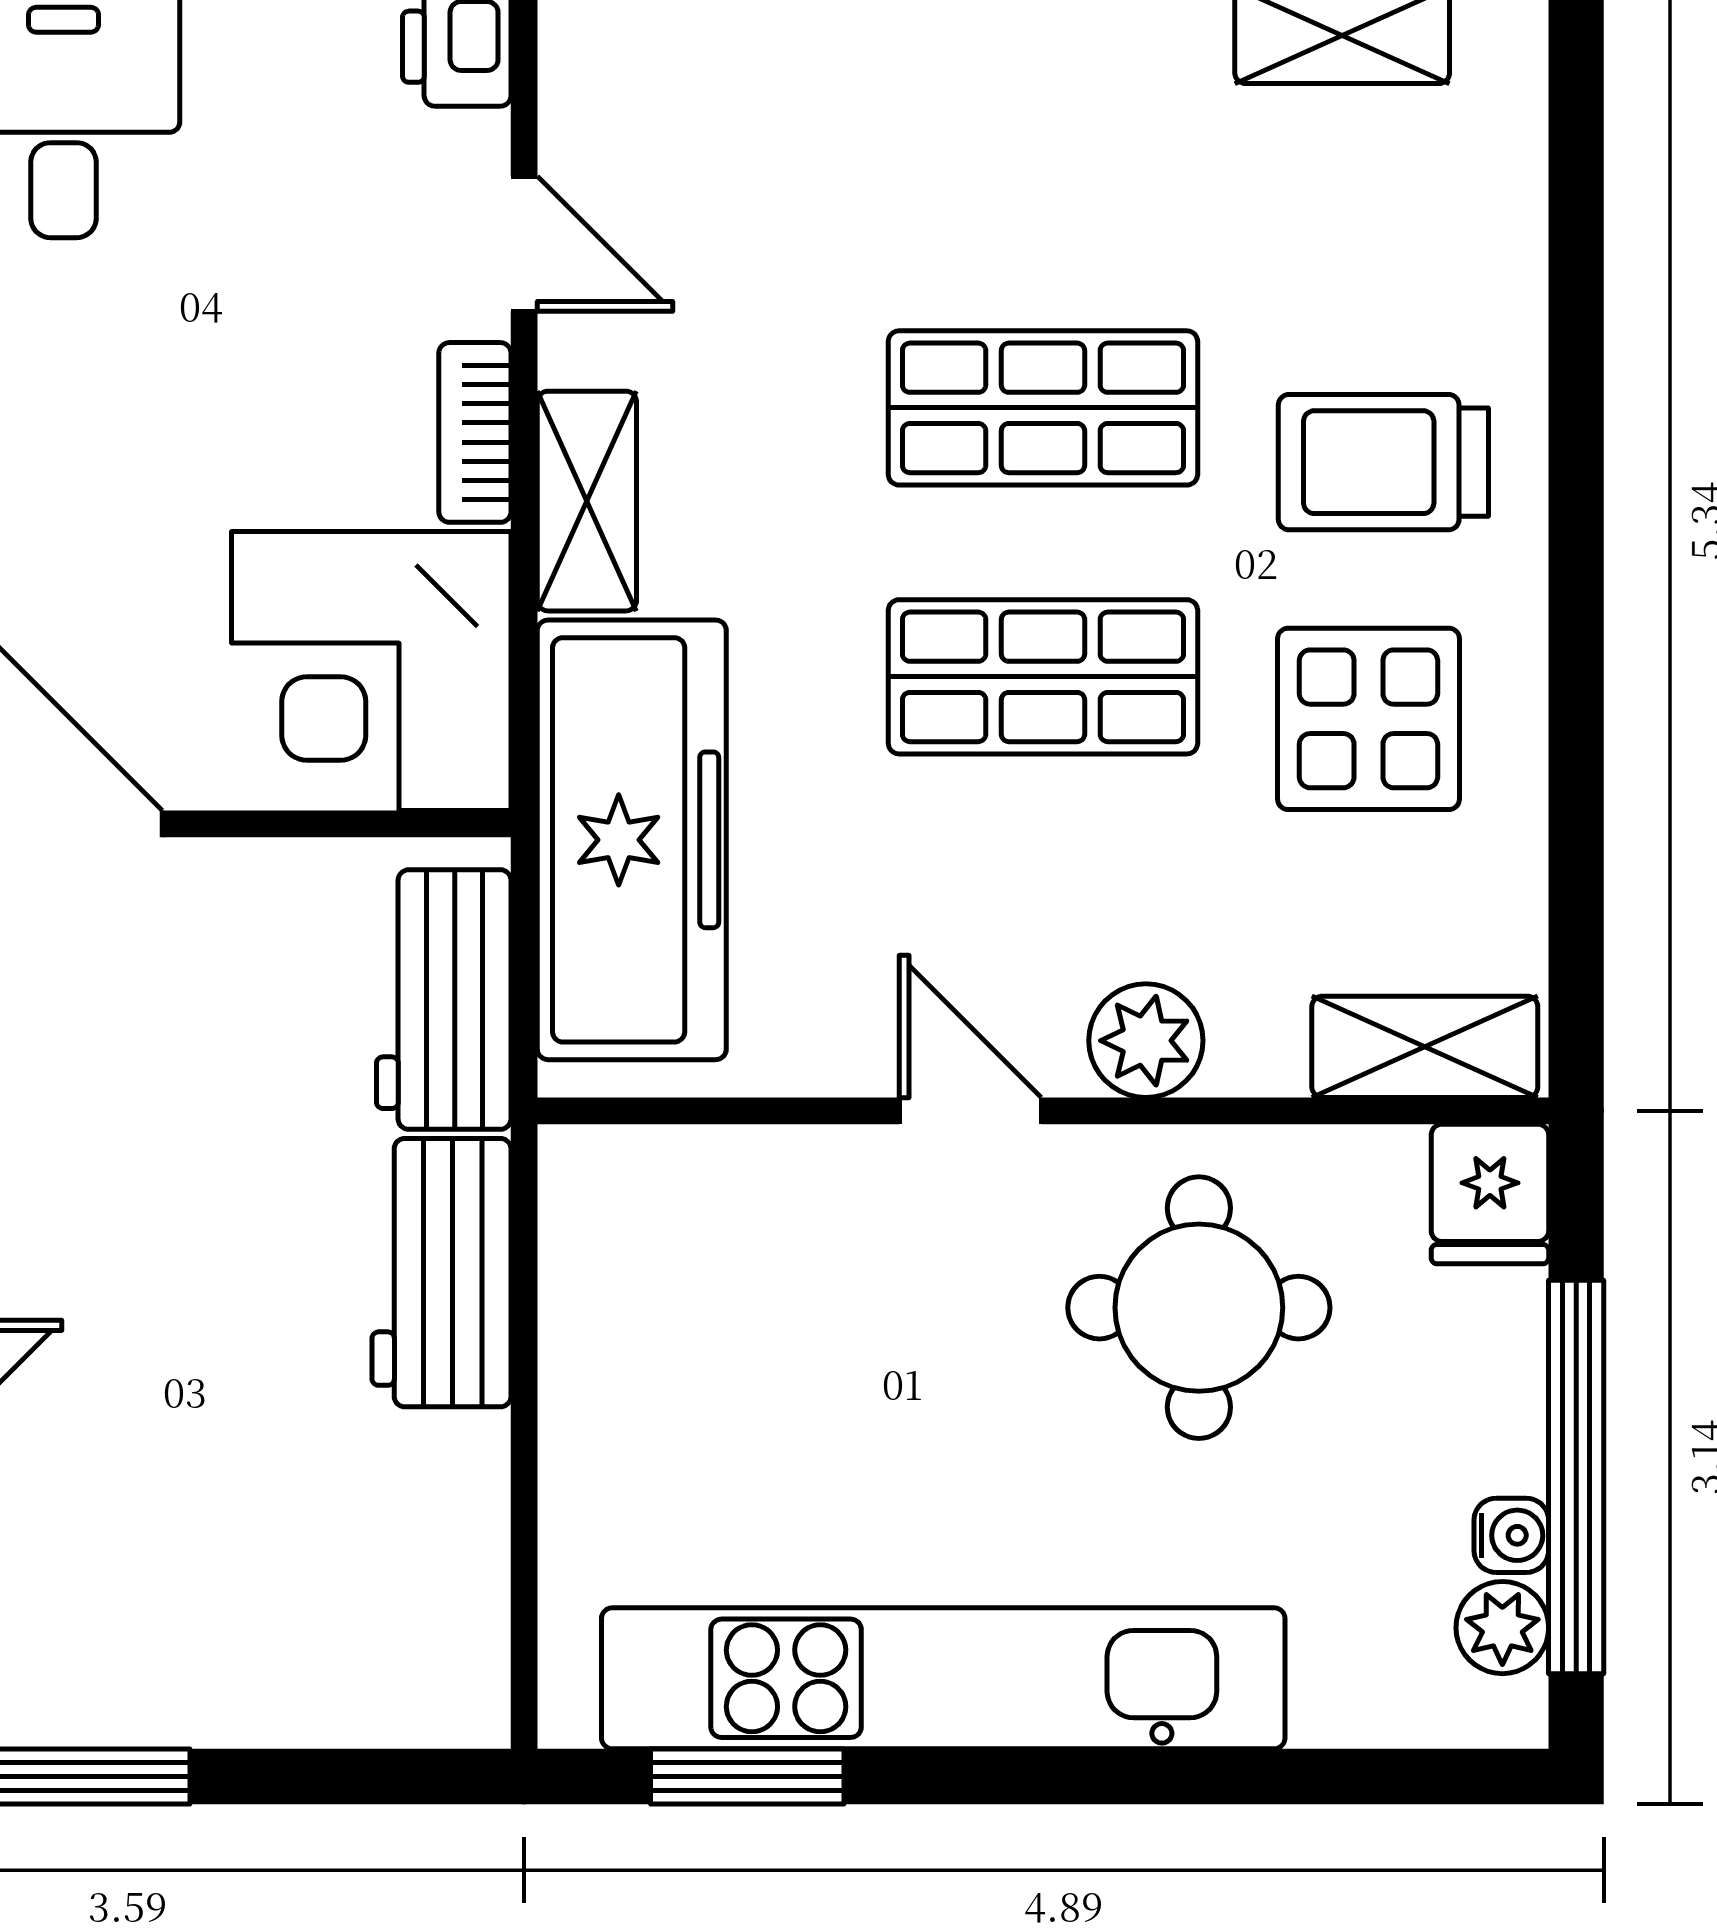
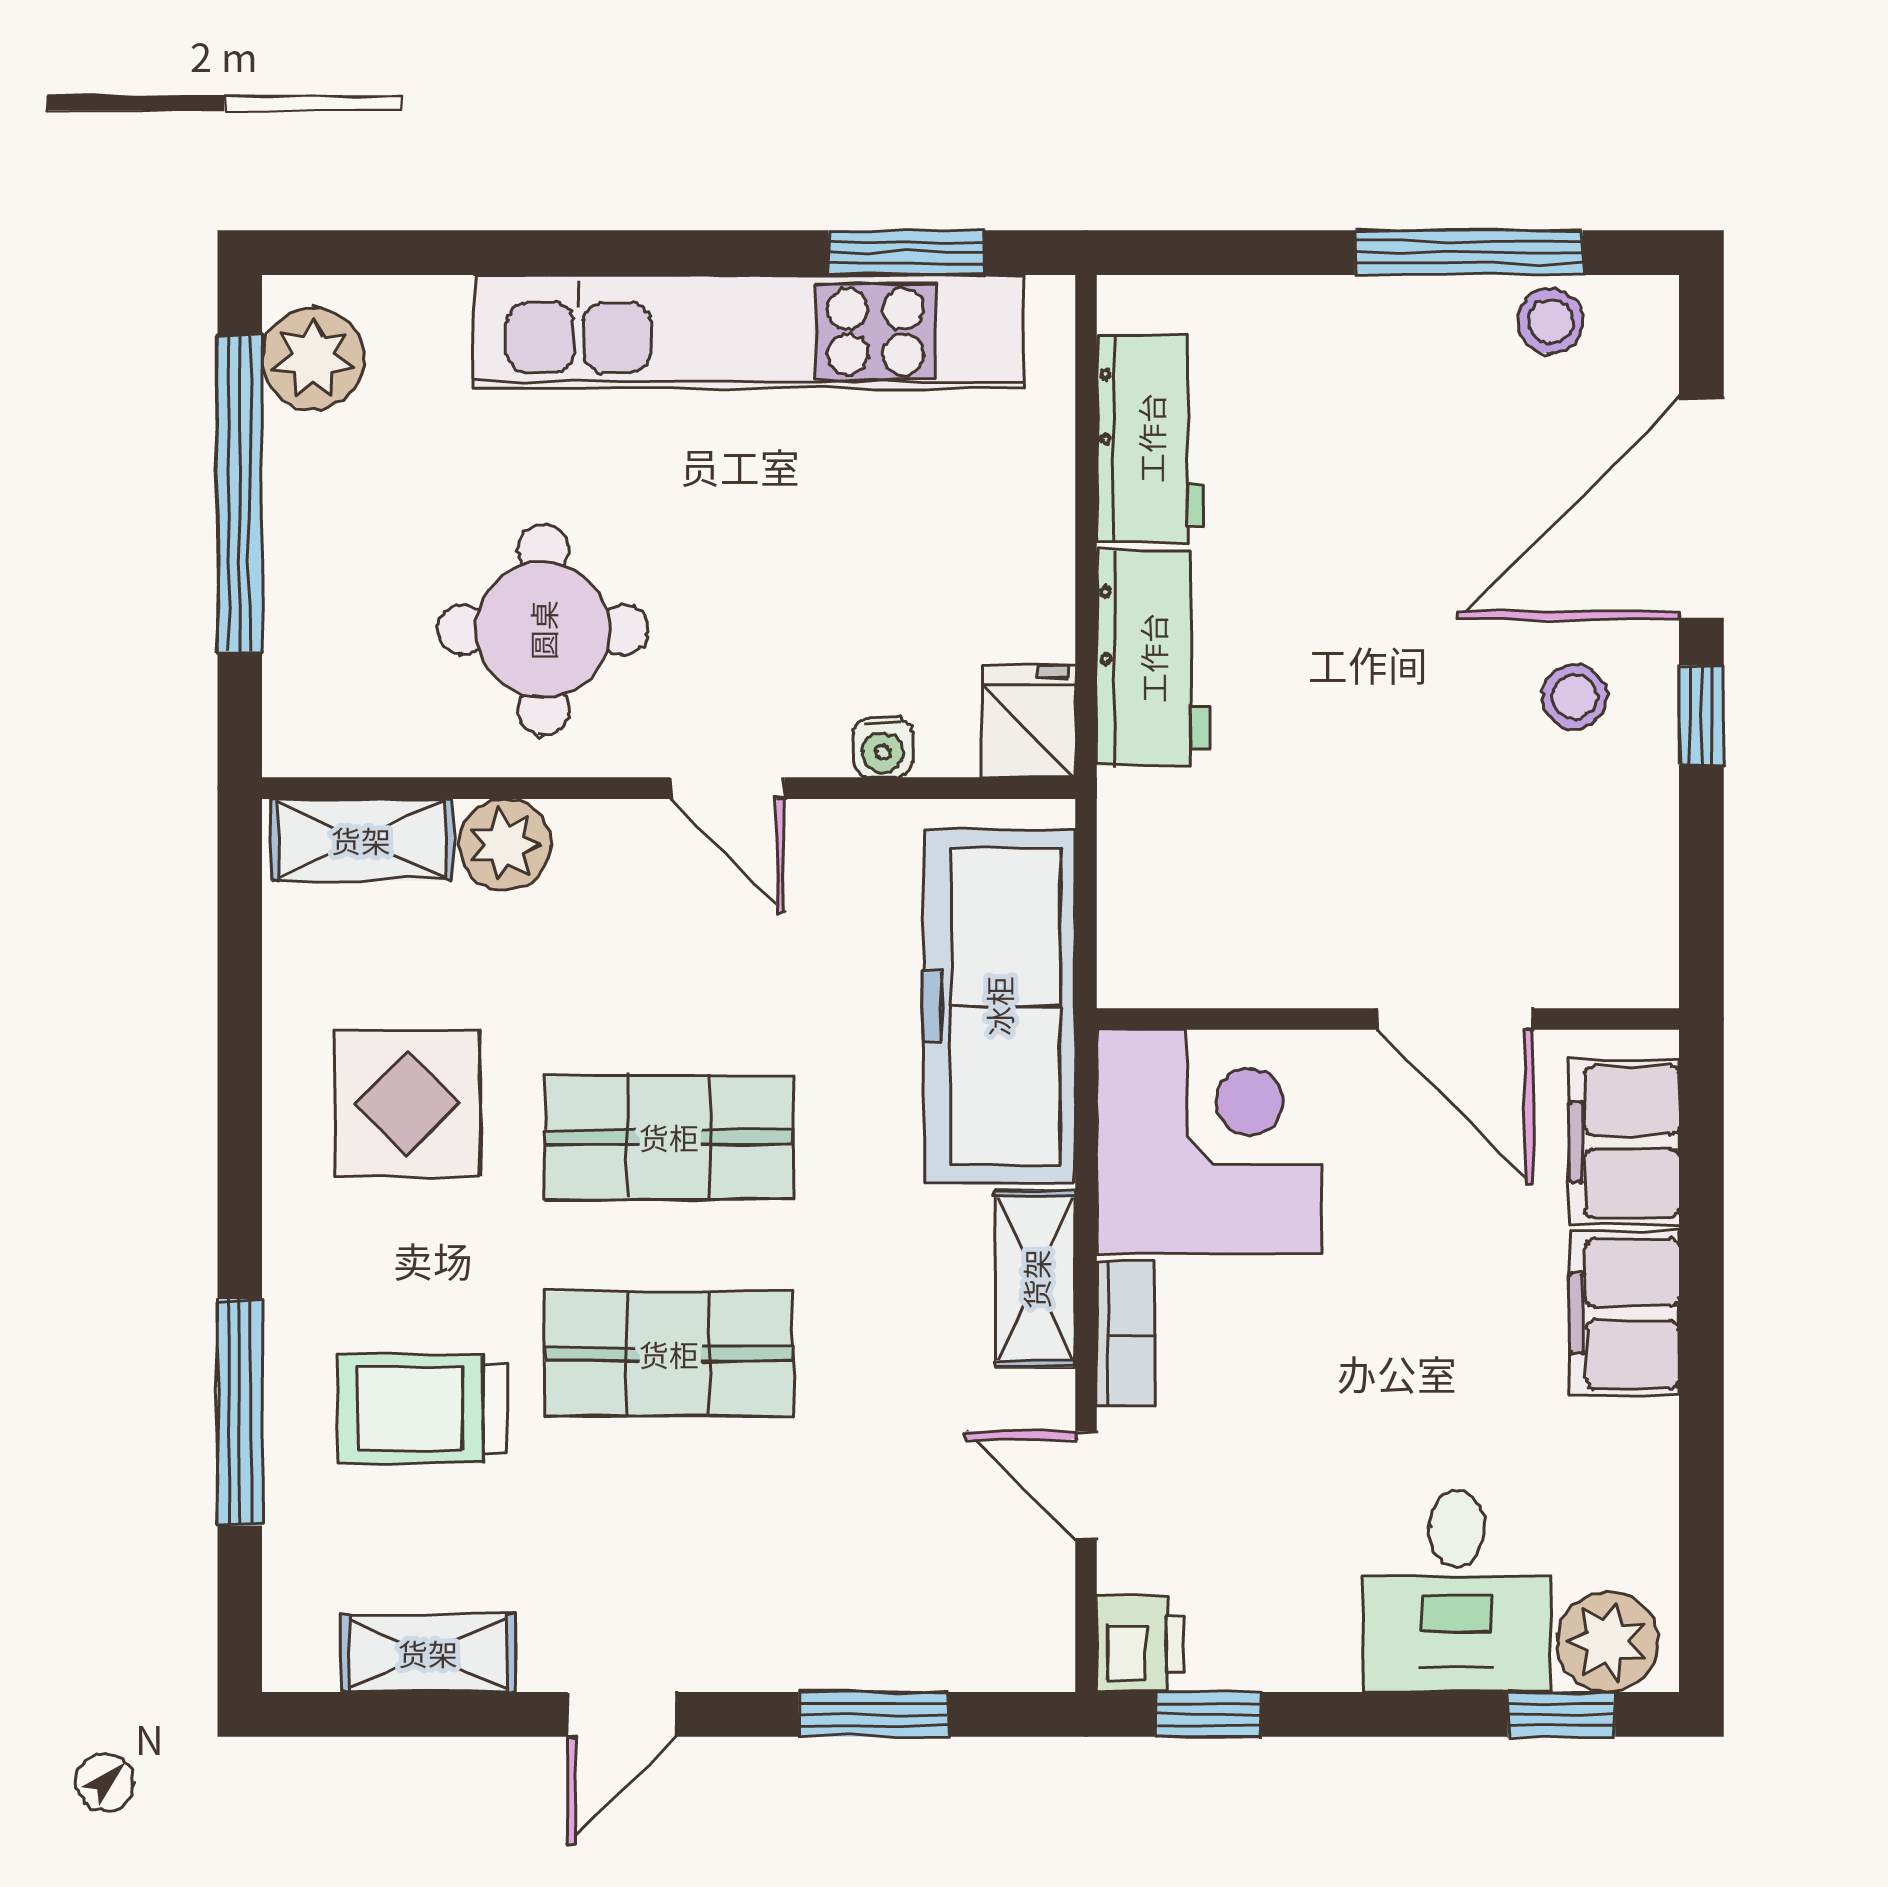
window: (1576, 335) -> (240, 1412), added
trolley: (1383, 462) -> (422, 1409), moved, turned 180
workbench: (444, 1000) -> (1151, 438), moved
plant: (1146, 1041) -> (505, 845), moved
fridge: (1490, 1194) -> (1028, 721), moved
water cooler: (1511, 1535) -> (883, 748), moved, turned -90
plant: (1502, 1628) -> (313, 359), width x1.38, depth x1.38

